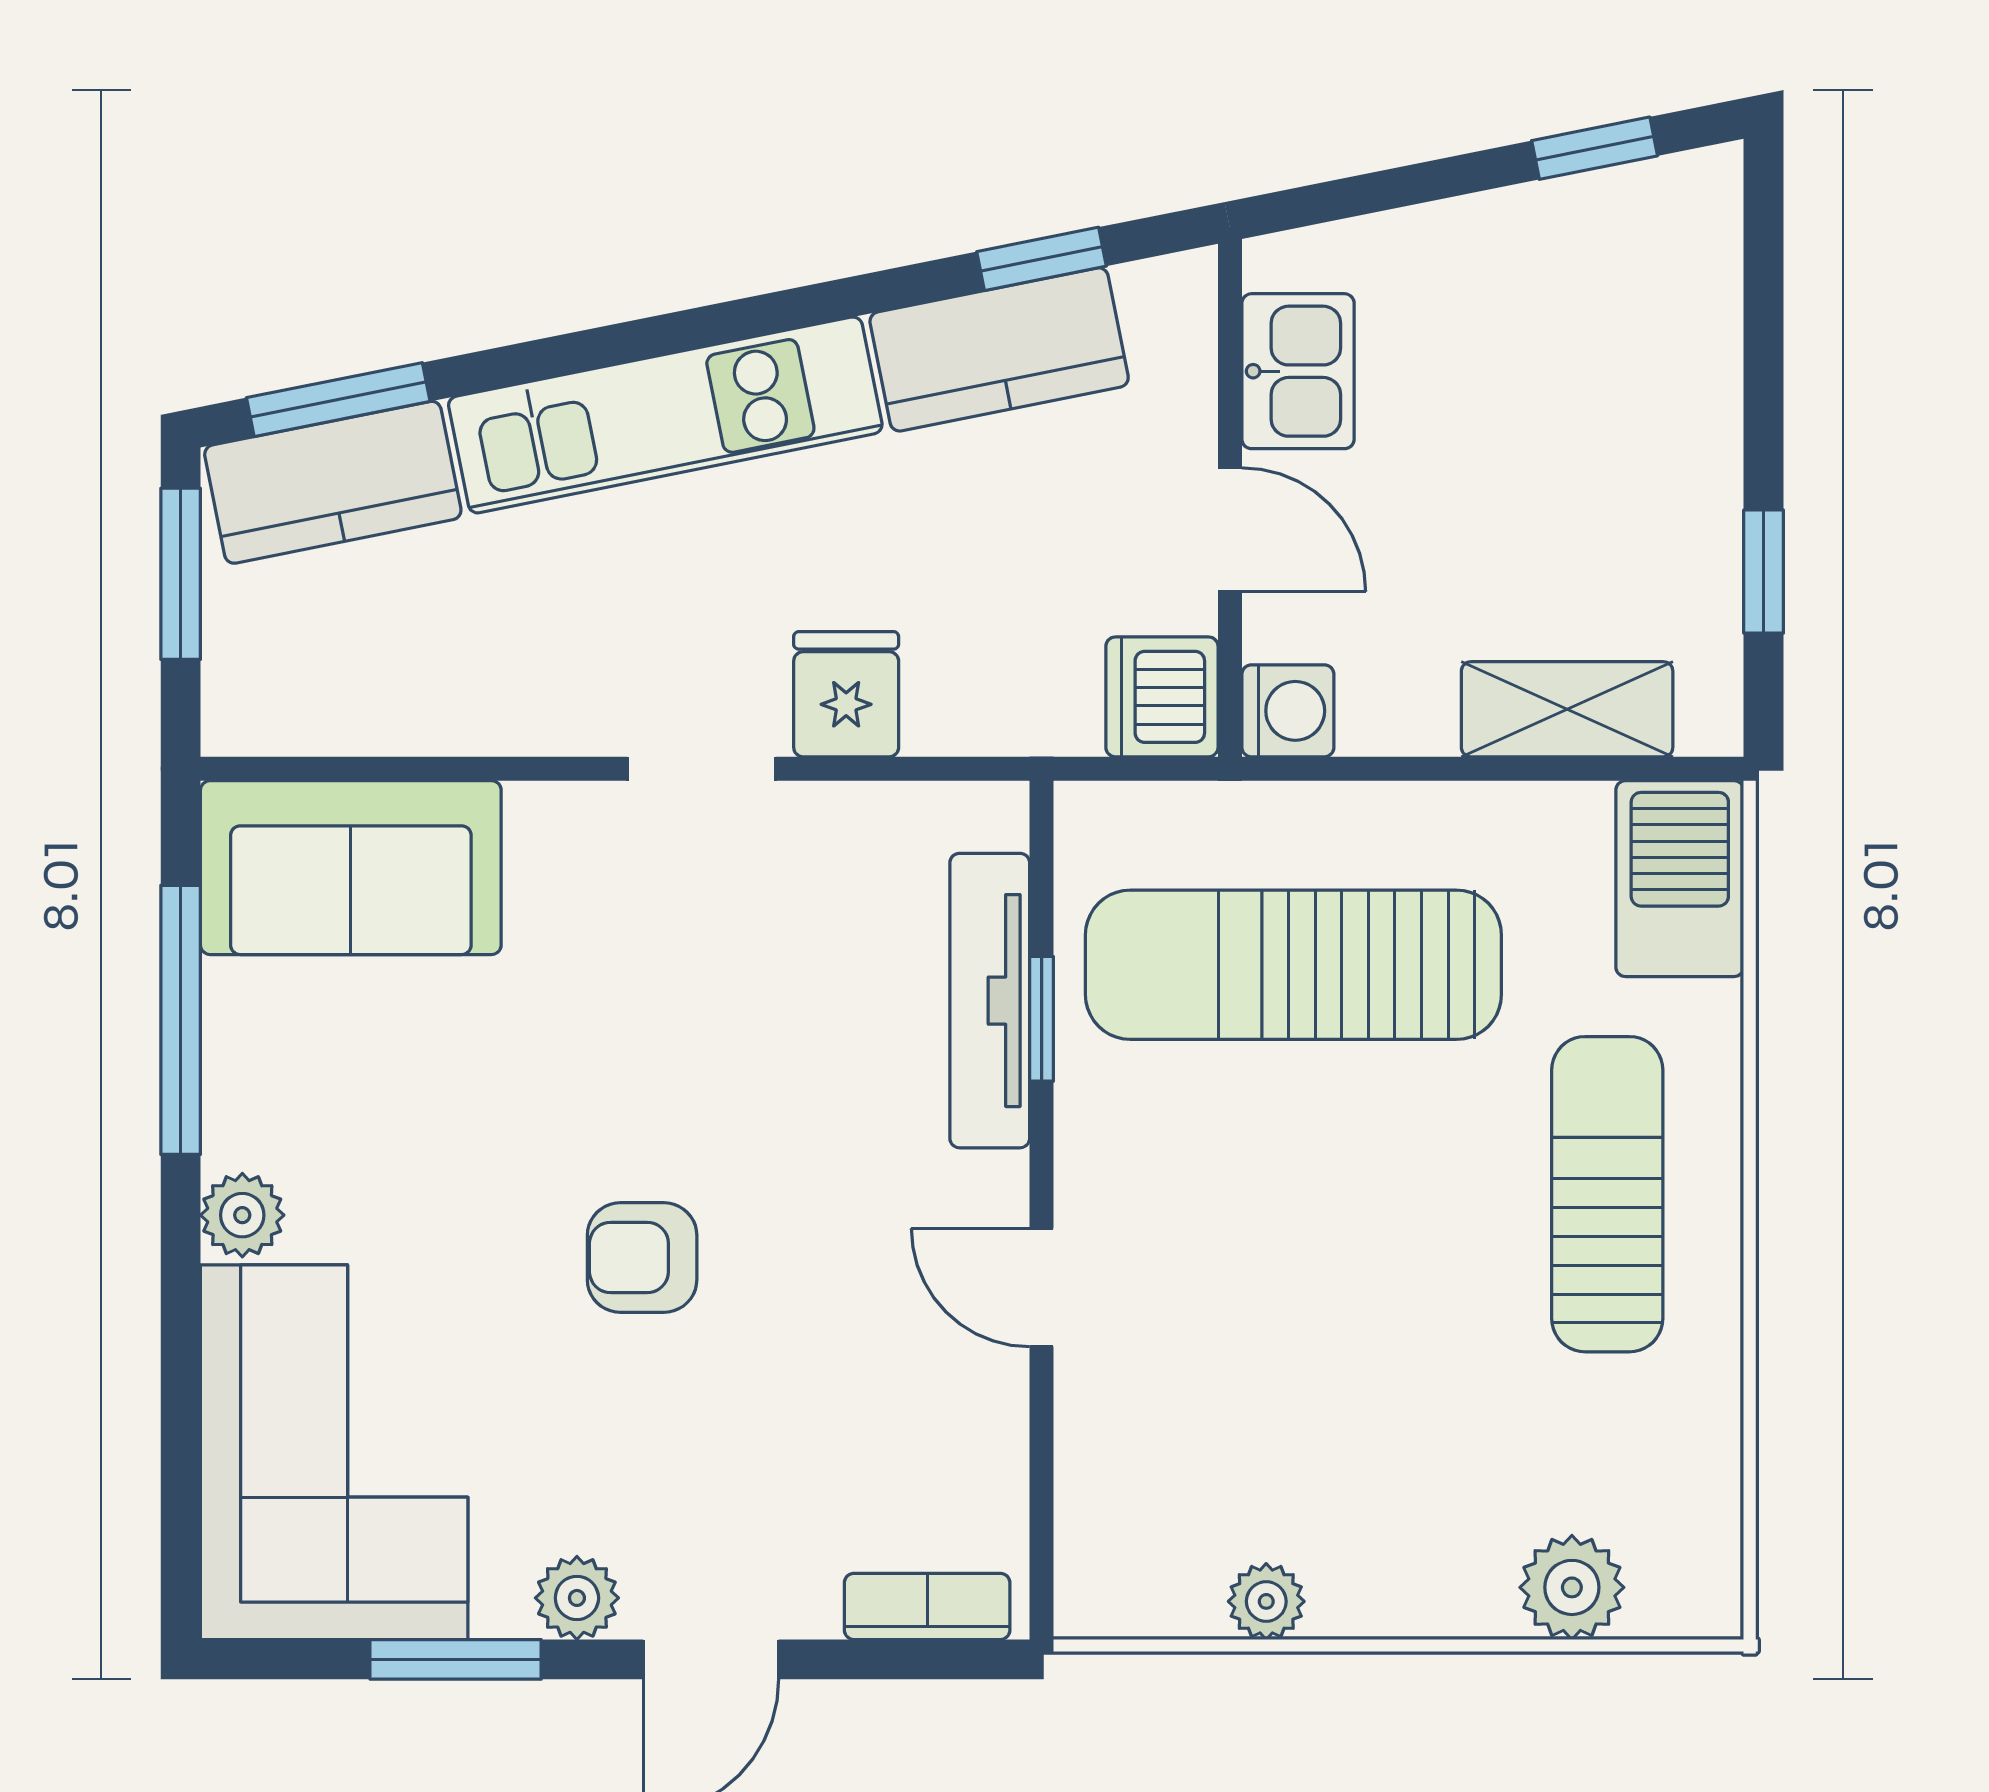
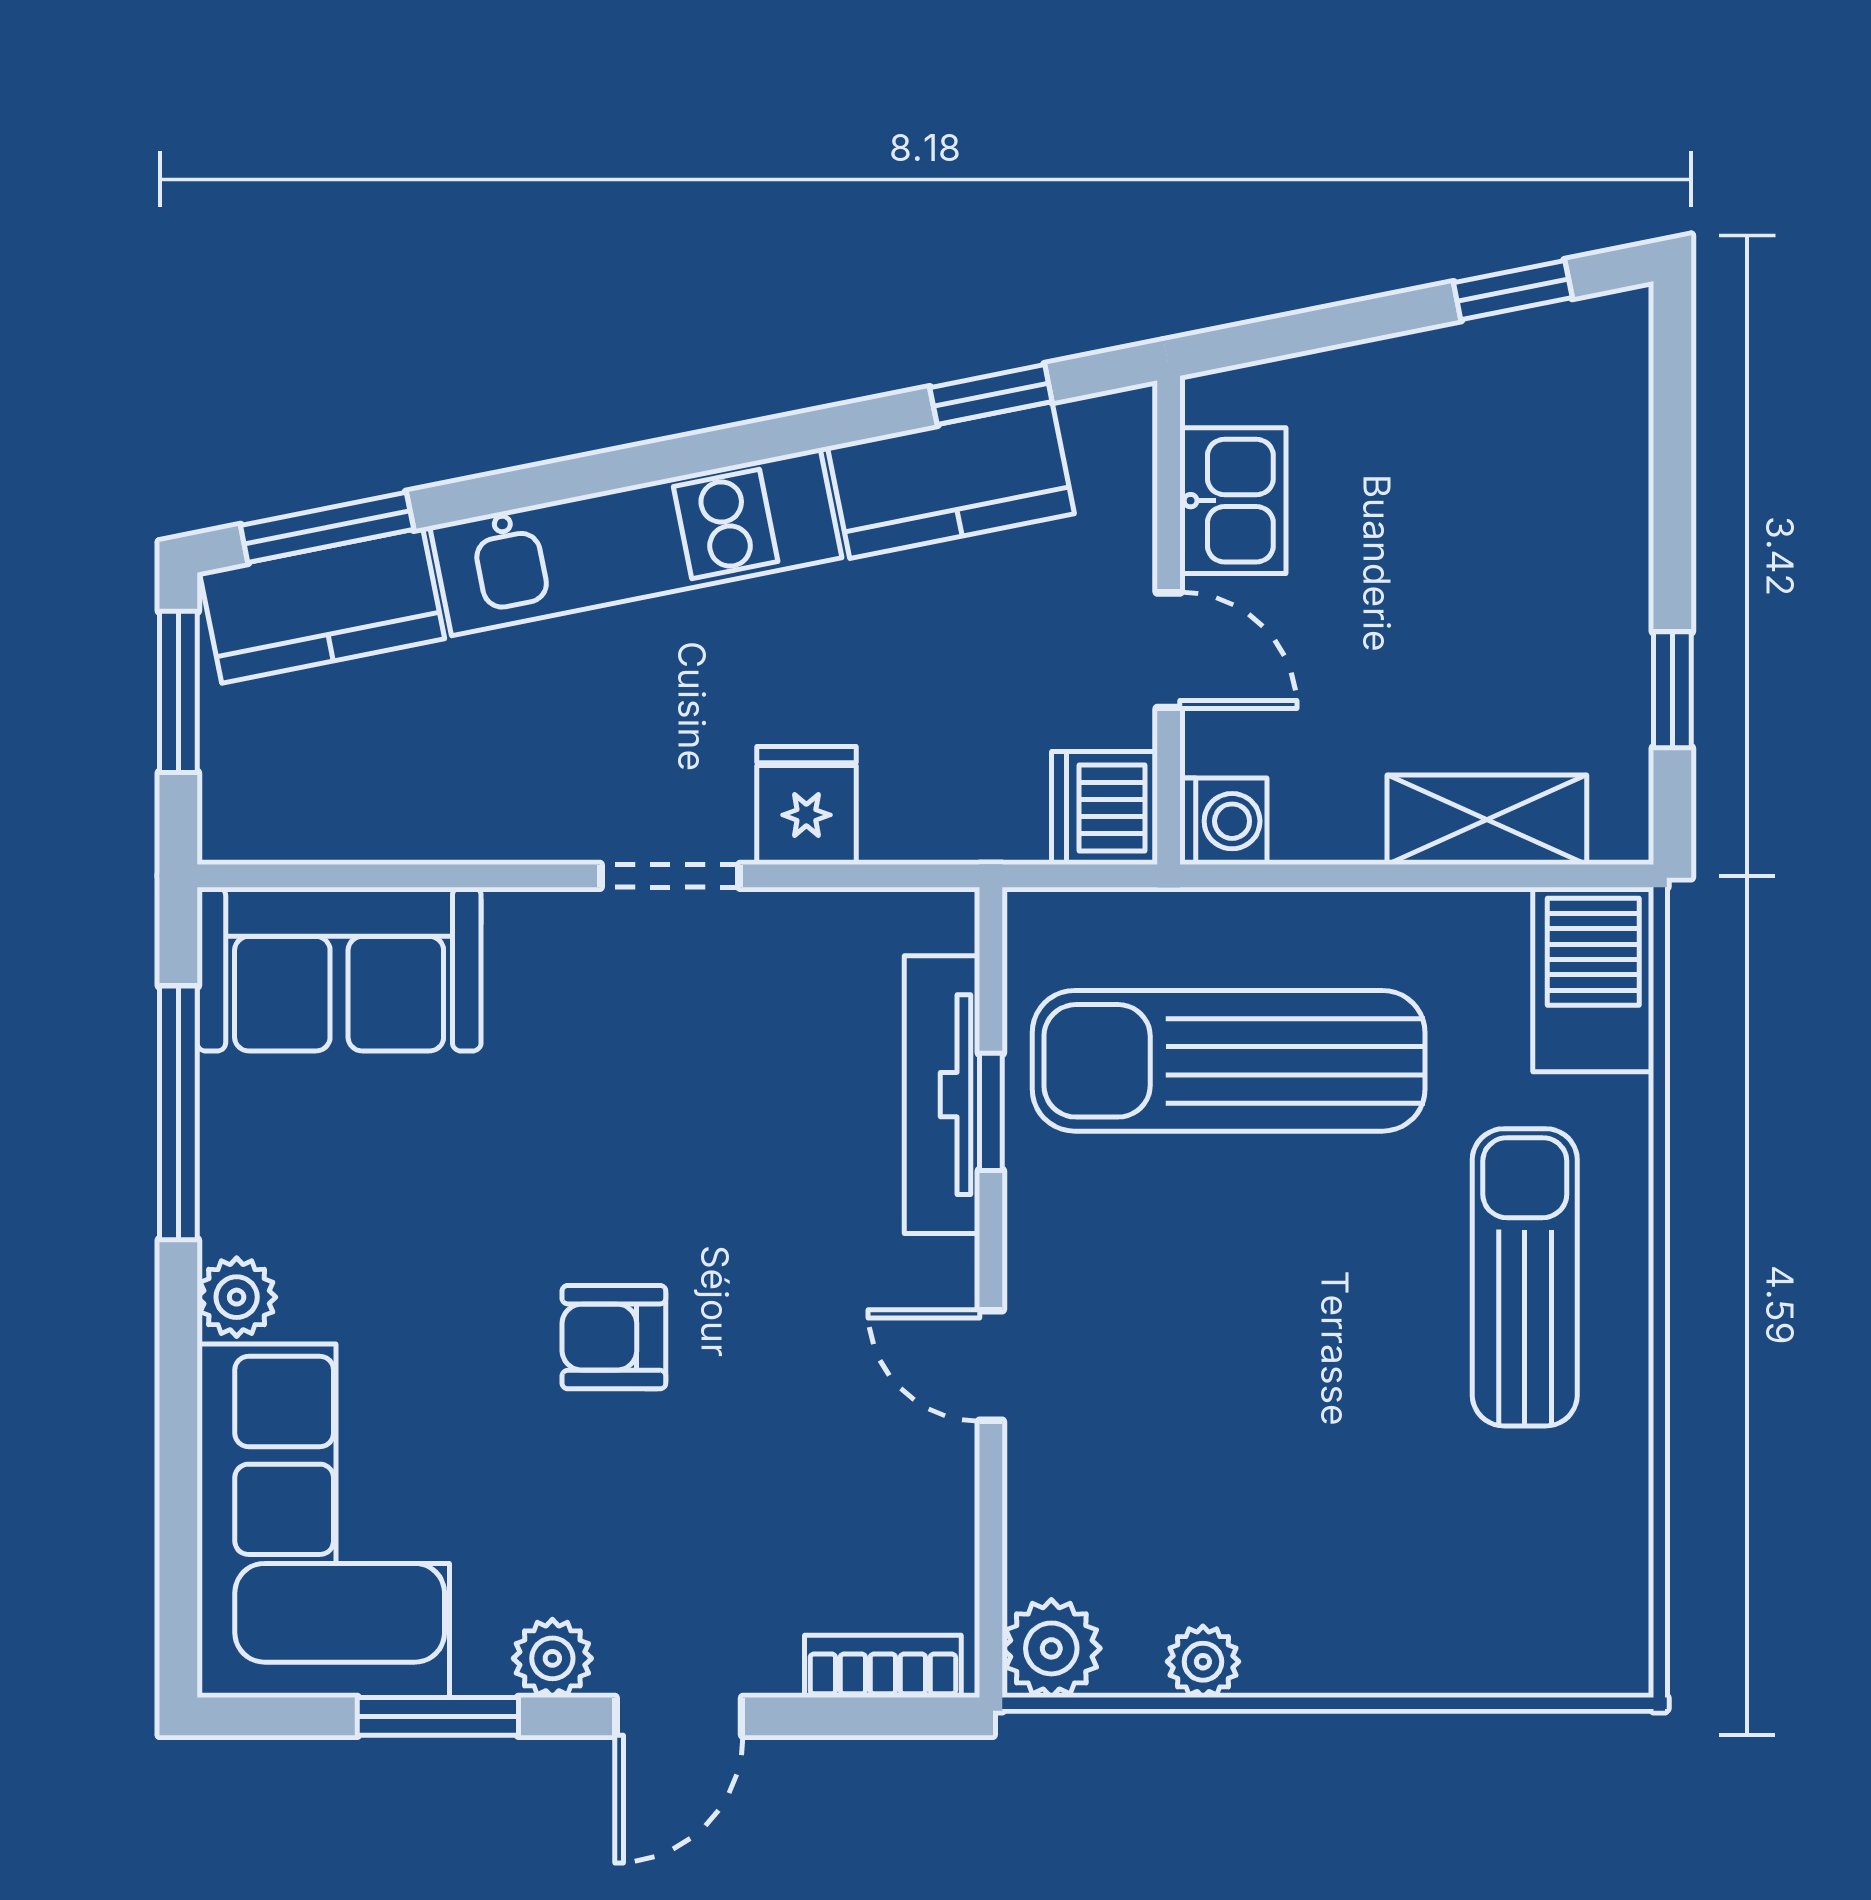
plant: (1572, 1587) -> (1051, 1648), moved

